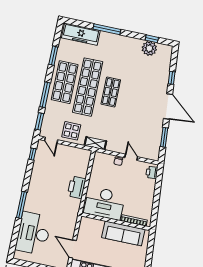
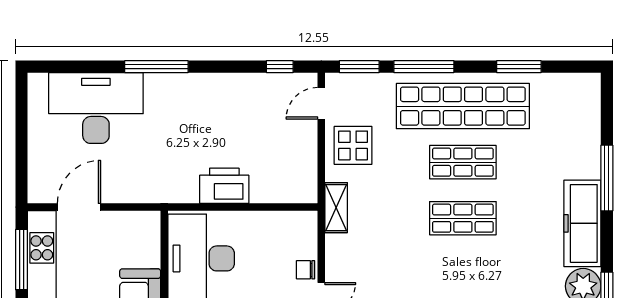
freezer: (81, 34) -> (582, 223), moved
shop shelf: (65, 82) -> (463, 106), width x1.40
shop shelf: (88, 87) -> (463, 162), width x0.50, depth x0.74

